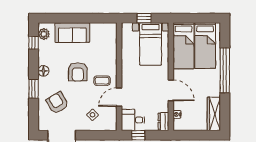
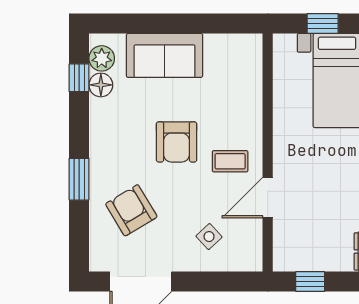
floor lamp: (43, 71) -> (101, 85), moved
desk: (133, 120) -> (298, 248), removed

